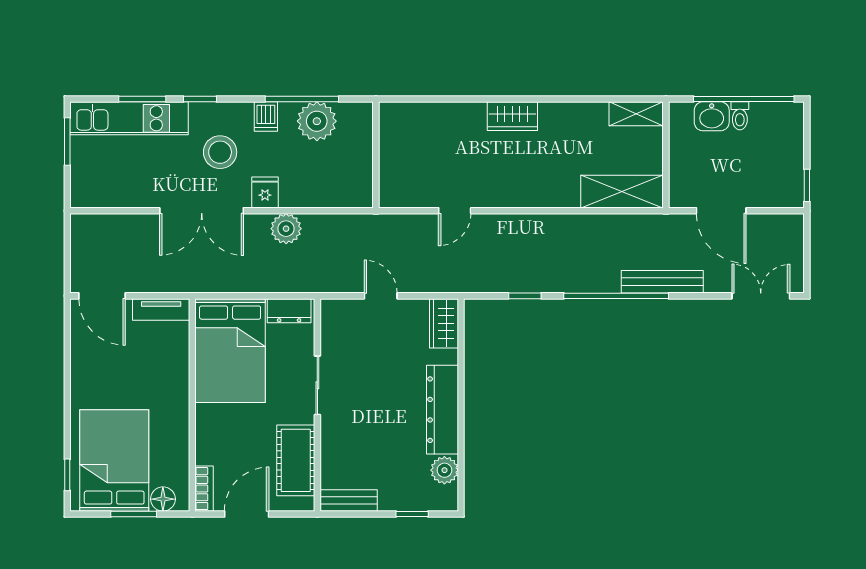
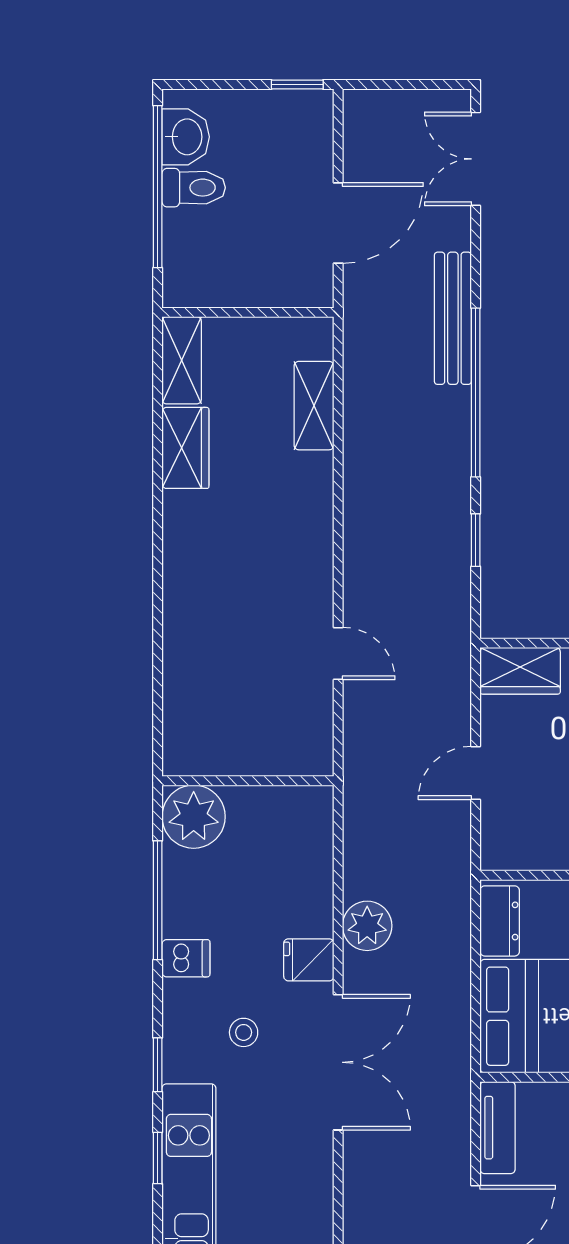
window: (142, 99) -> (158, 1158), width x0.67
wardrobe: (512, 116) -> (185, 448), moved
washbasin: (712, 116) -> (186, 137), moved
toilet: (740, 116) -> (194, 188), width x1.37, depth x1.39
plant: (317, 121) -> (194, 817), moved
stool: (220, 152) -> (244, 1032), width x0.53, depth x0.53
shelving: (622, 192) -> (314, 406), width x0.67, depth x0.75

